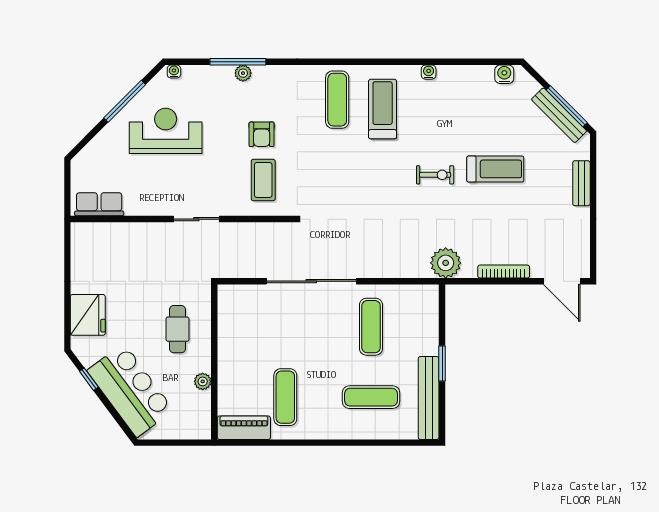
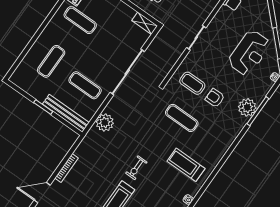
plant: (243, 73) -> (247, 107), width x1.88, depth x1.88
exercise mat: (337, 100) -> (182, 118), moved
treadmill: (383, 109) -> (186, 165), turned 180
plant: (446, 263) -> (105, 123), moved
shelving: (227, 305) -> (145, 23), added
bench: (429, 398) -> (66, 113), moved

